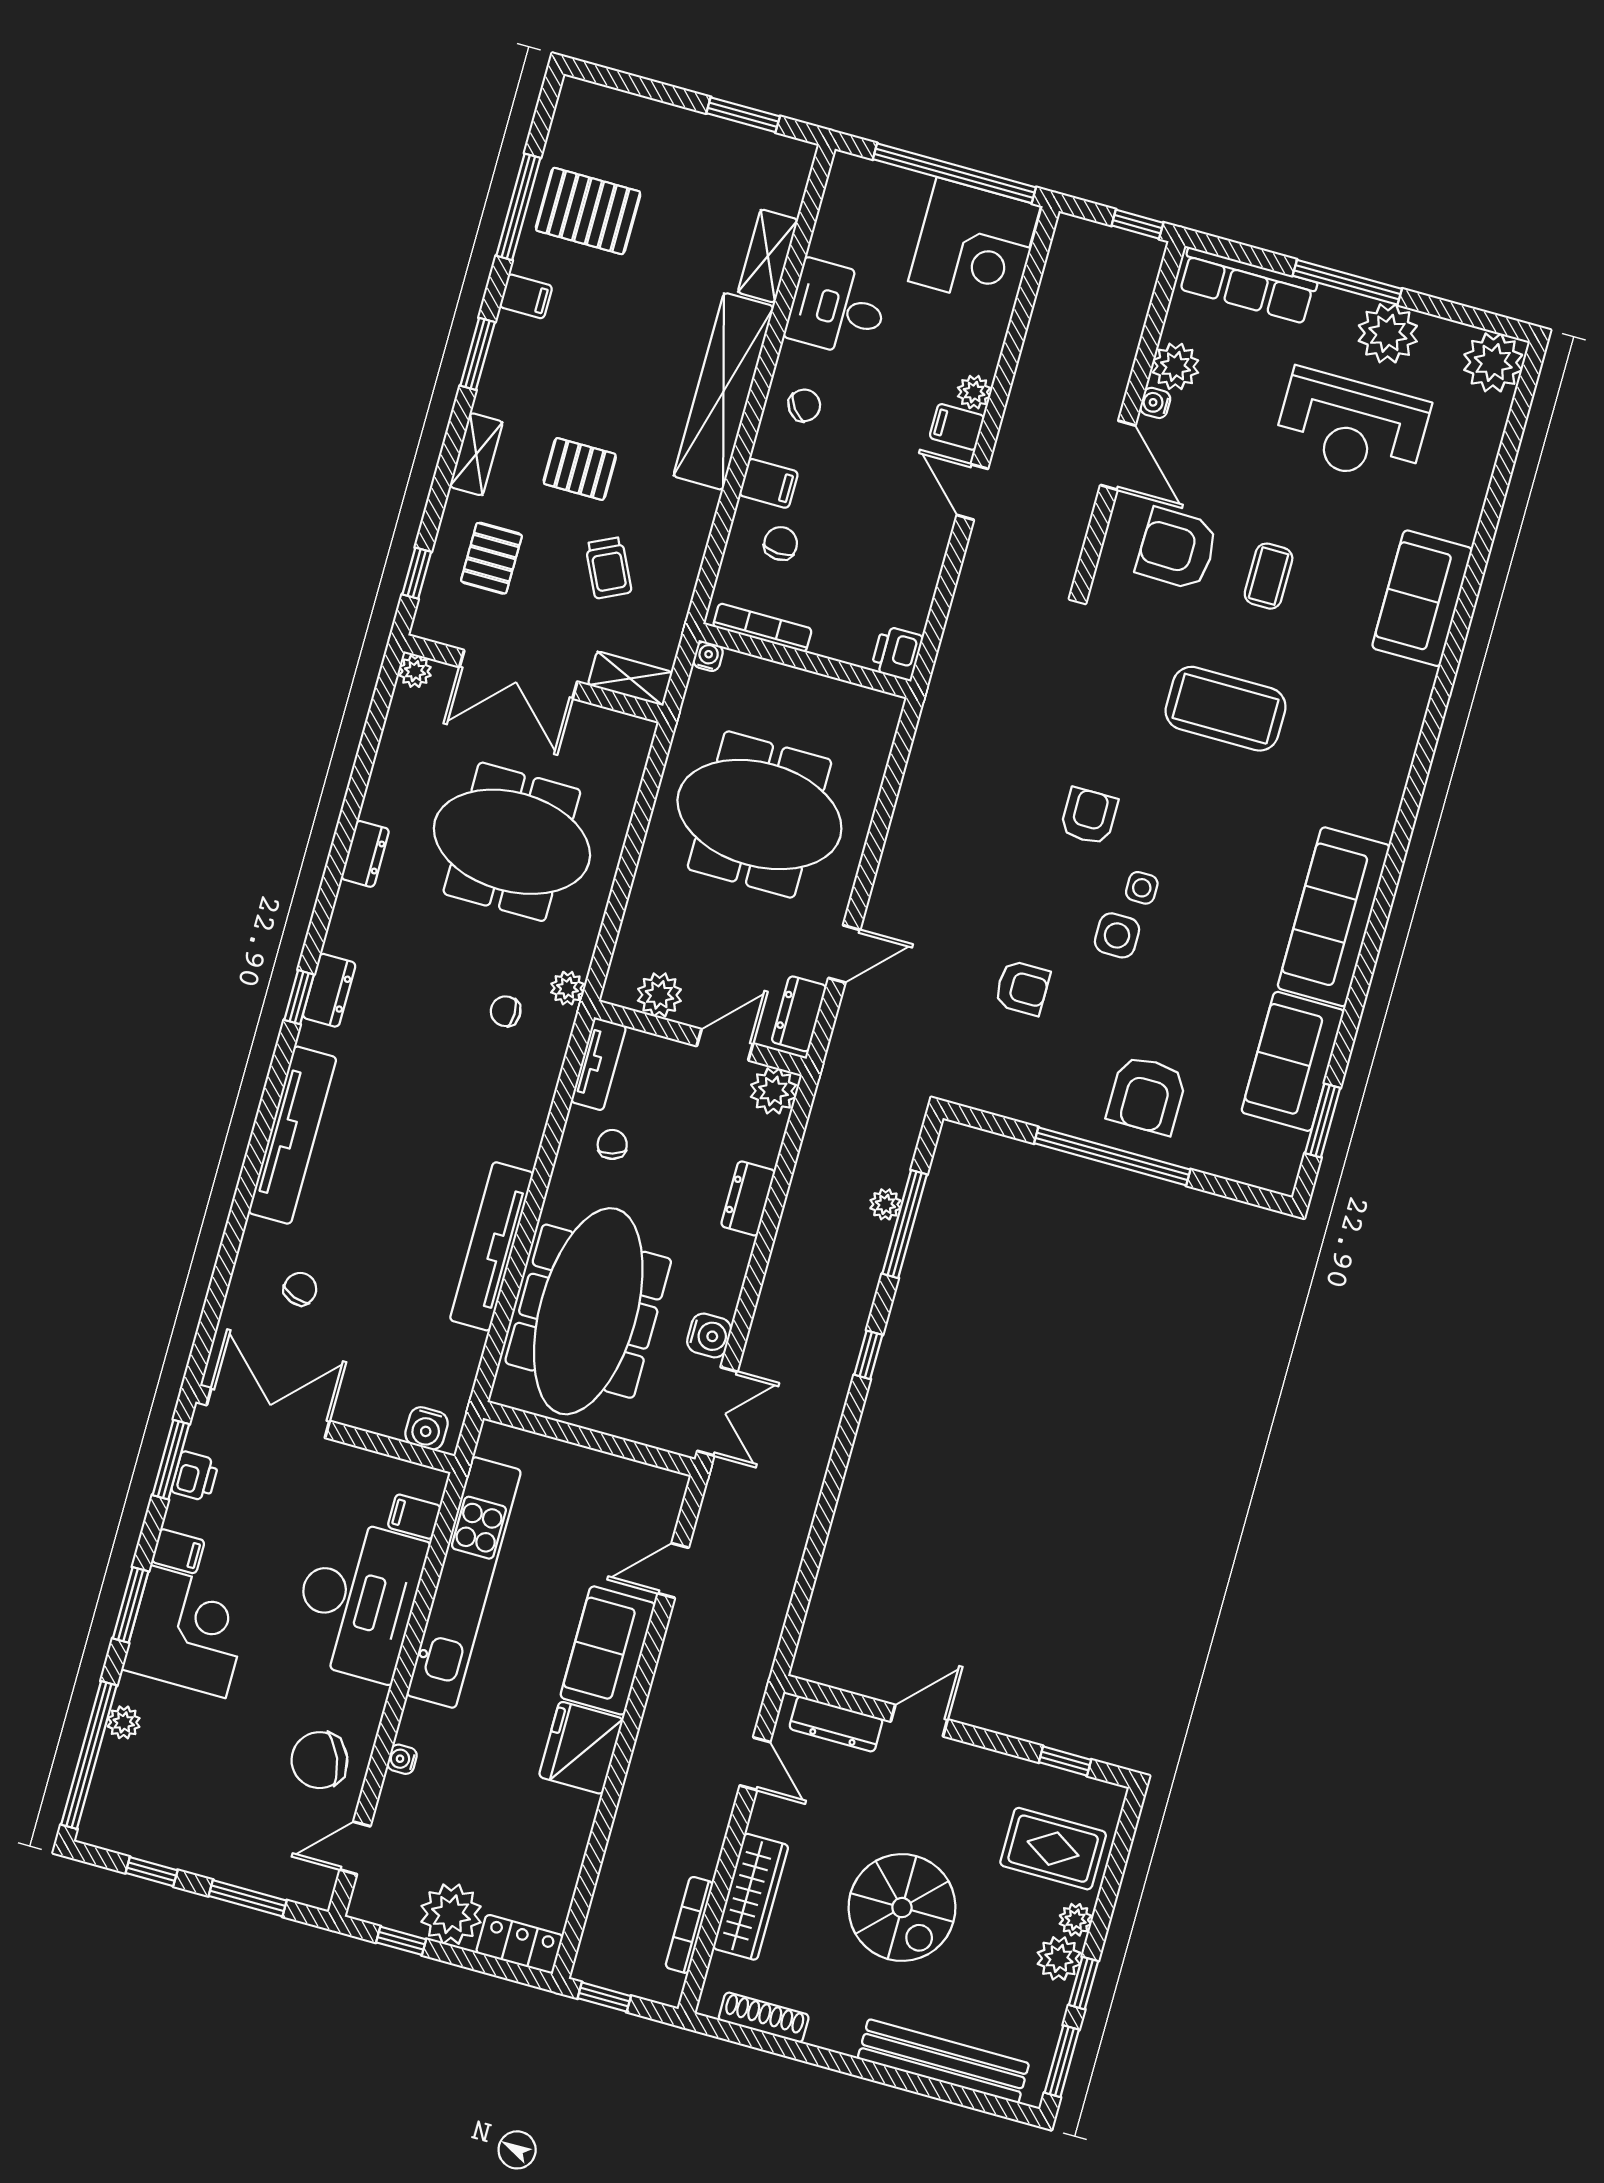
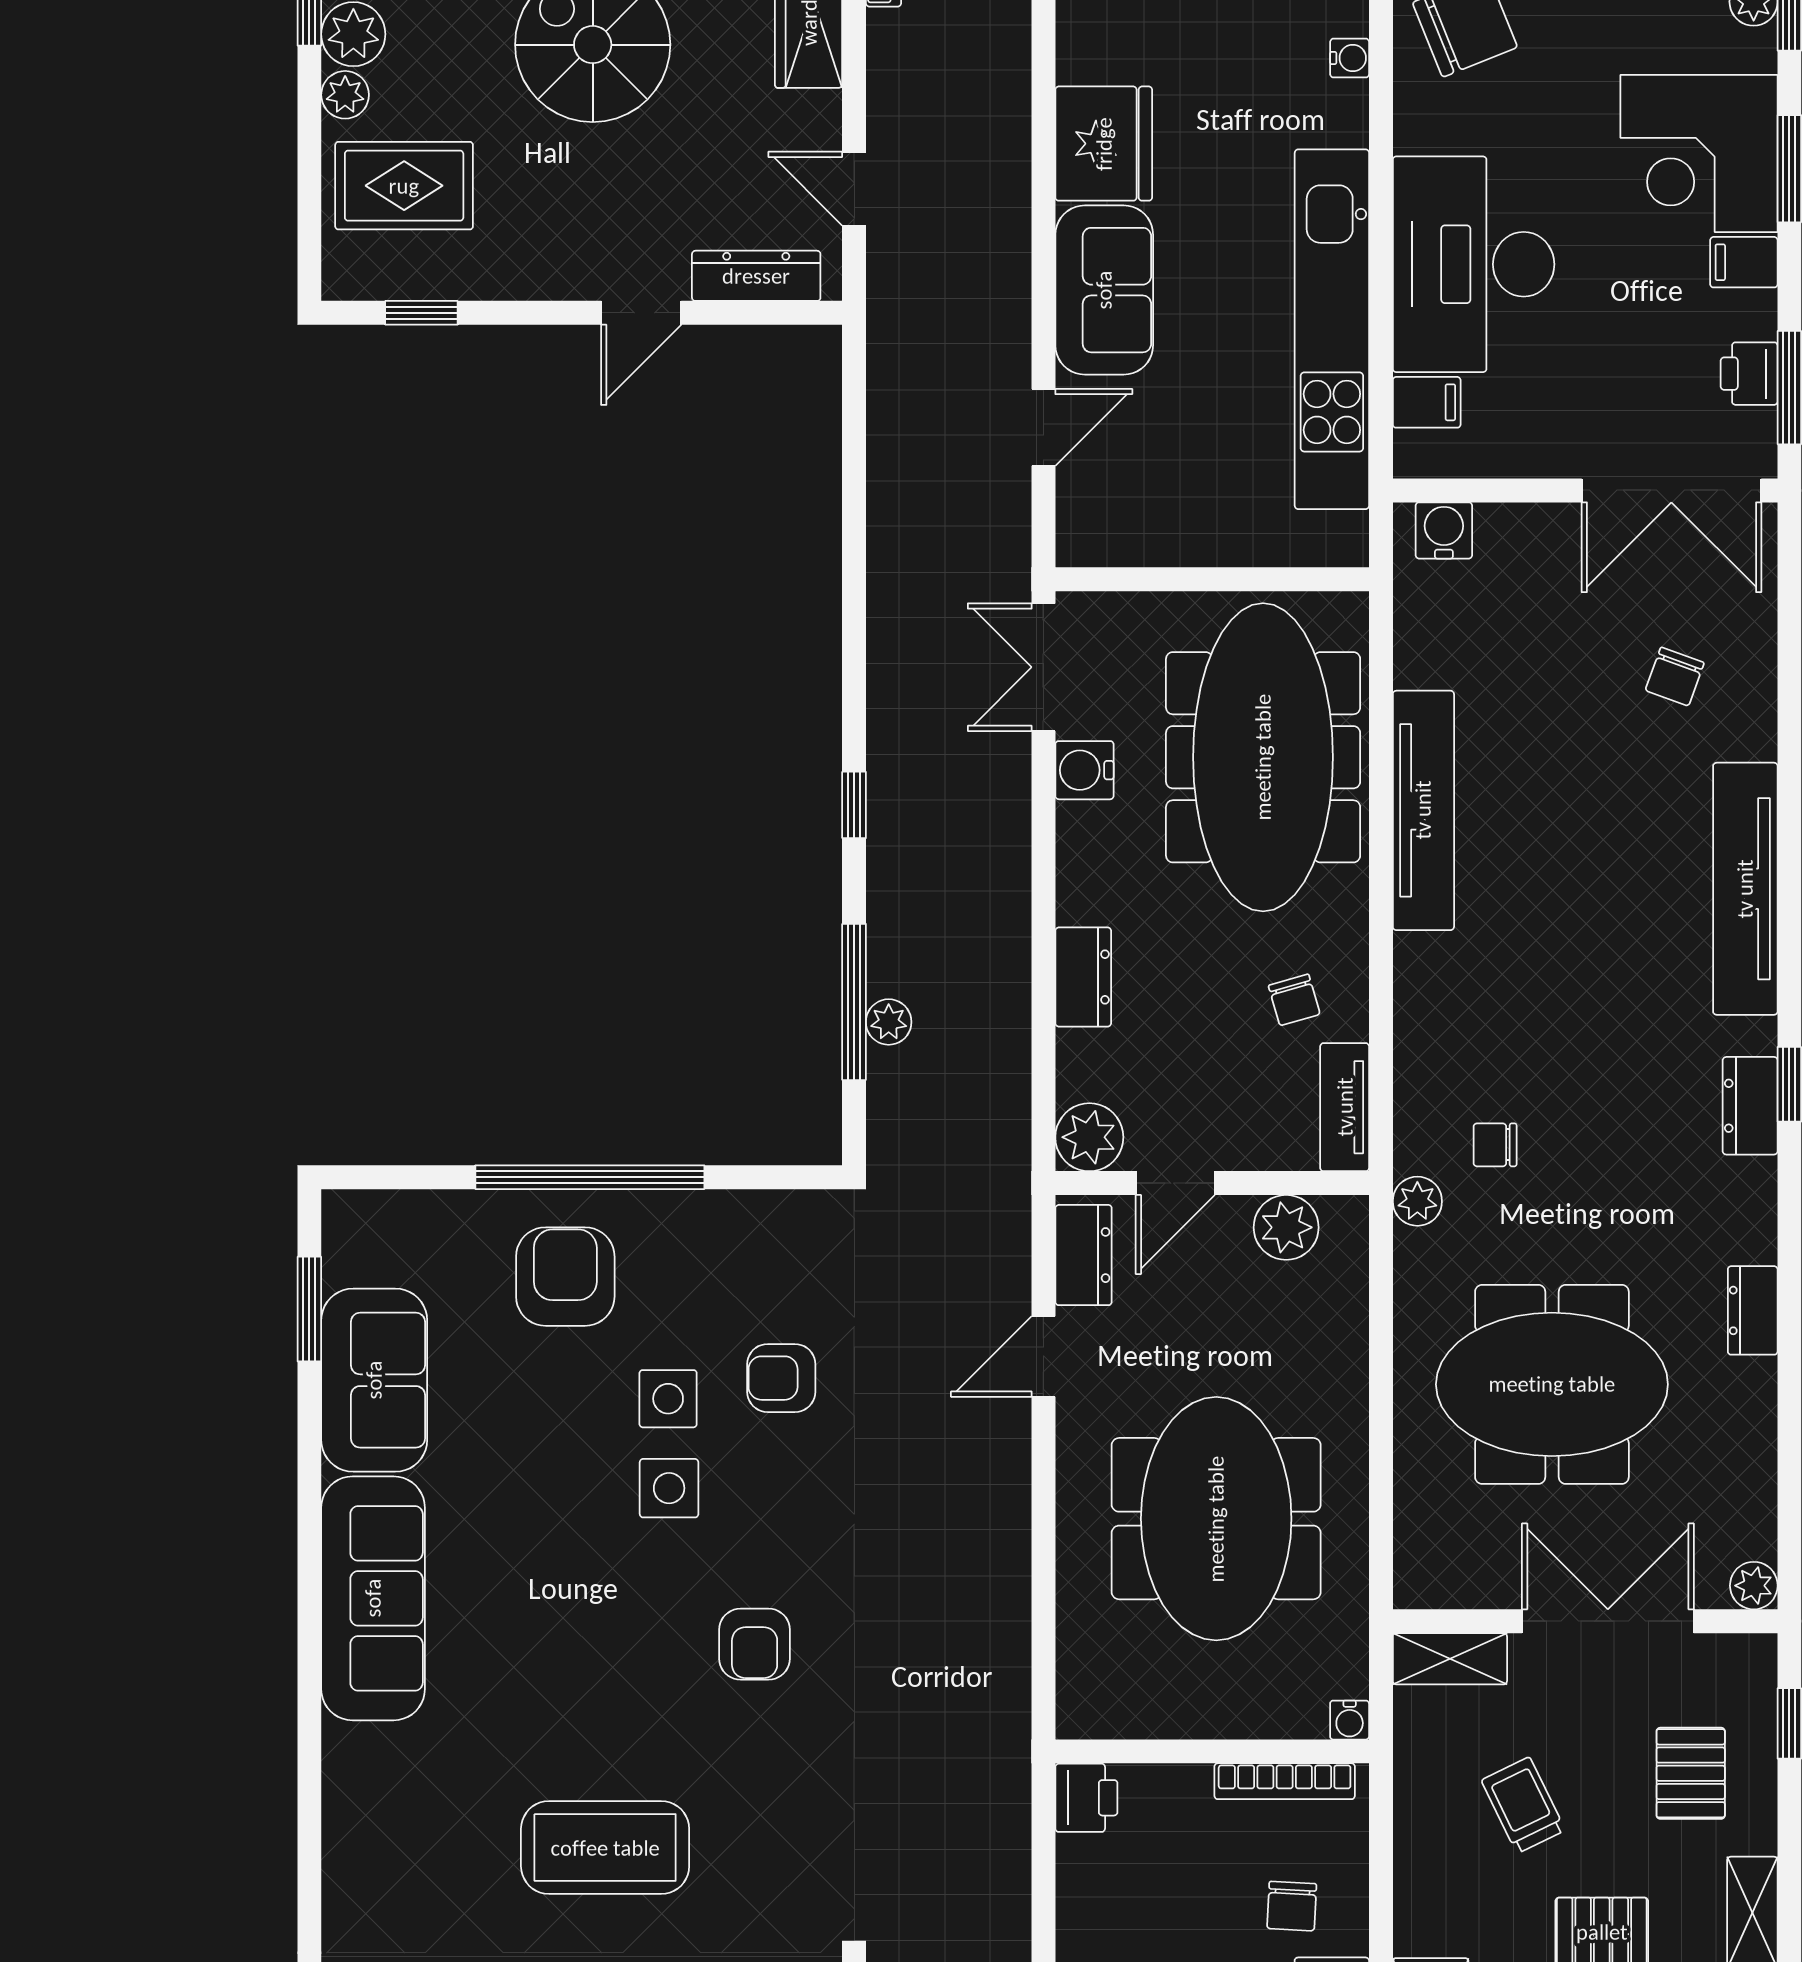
meeting table: (759, 815) -> (1216, 1519), turned 90
side table: (1142, 888) -> (668, 1399), moved, width x1.37, depth x1.37
chair: (506, 1011) -> (1495, 1145), turned 180

